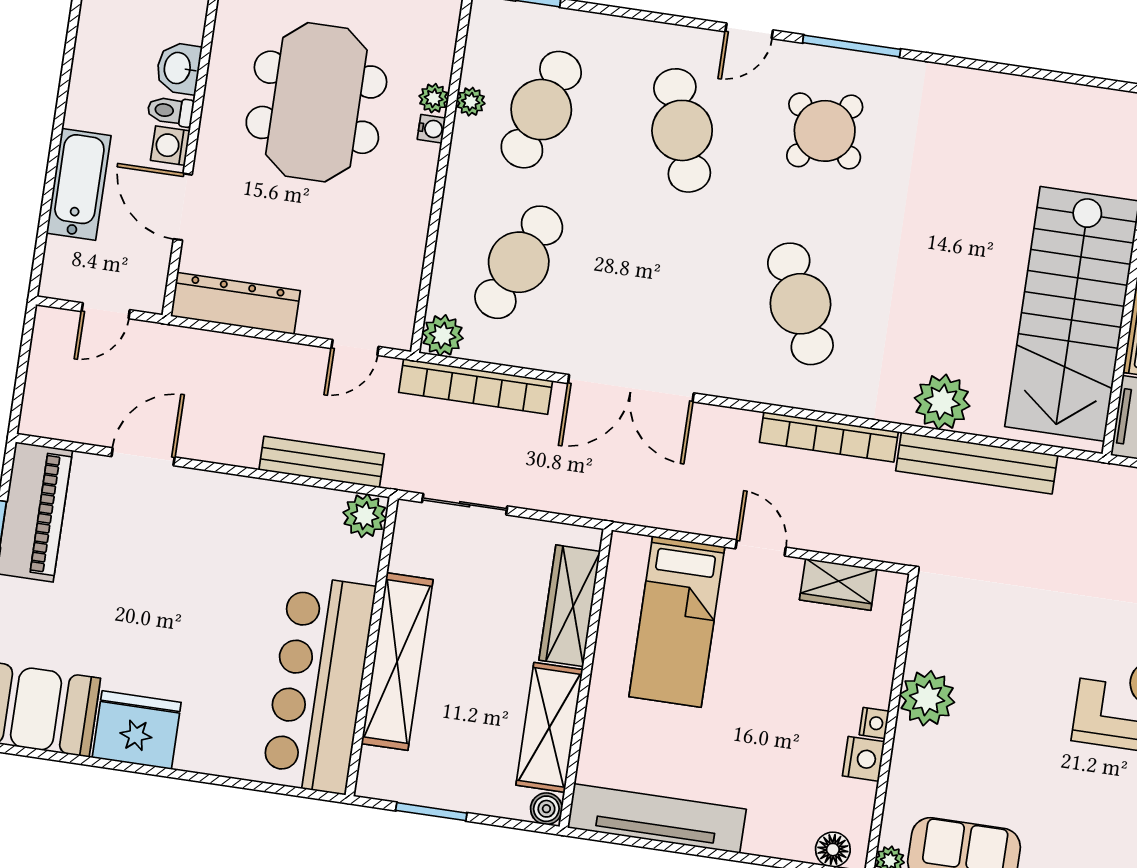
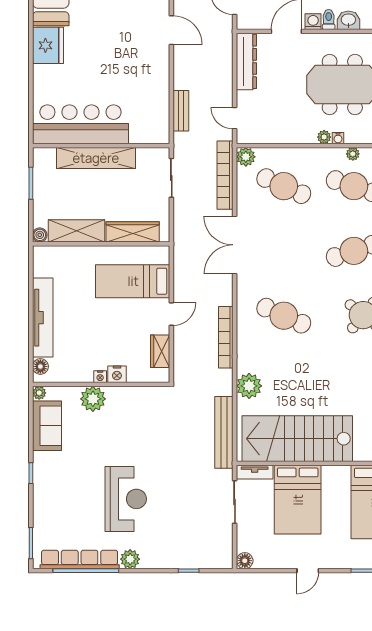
plant: (434, 98) -> (324, 137), moved
cafe table: (800, 304) -> (284, 316), turned 48
bench: (322, 462) -> (181, 111), width x0.73
bench: (977, 463) -> (224, 432), moved
plant: (365, 516) -> (159, 134), removed
plant: (927, 698) -> (93, 399), moved
nightstand: (863, 759) -> (117, 374), moved
tv unit: (657, 819) -> (43, 318), moved

